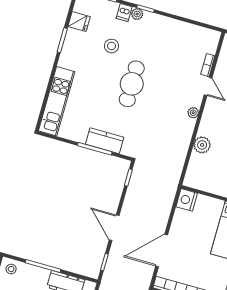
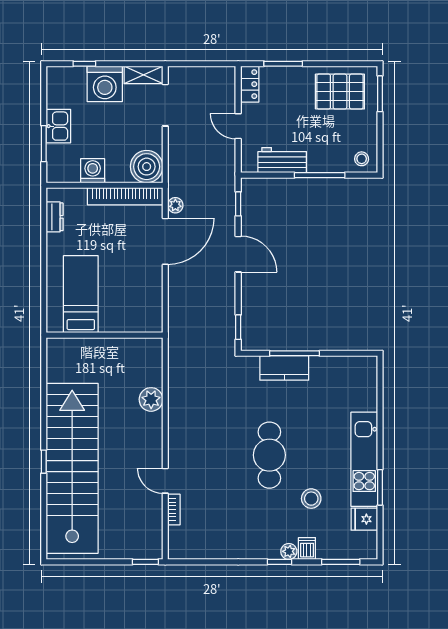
kitchen unit: (57, 101) -> (364, 459), moved
plant: (193, 113) -> (175, 205), moved
nightstand: (187, 200) -> (151, 319), removed

